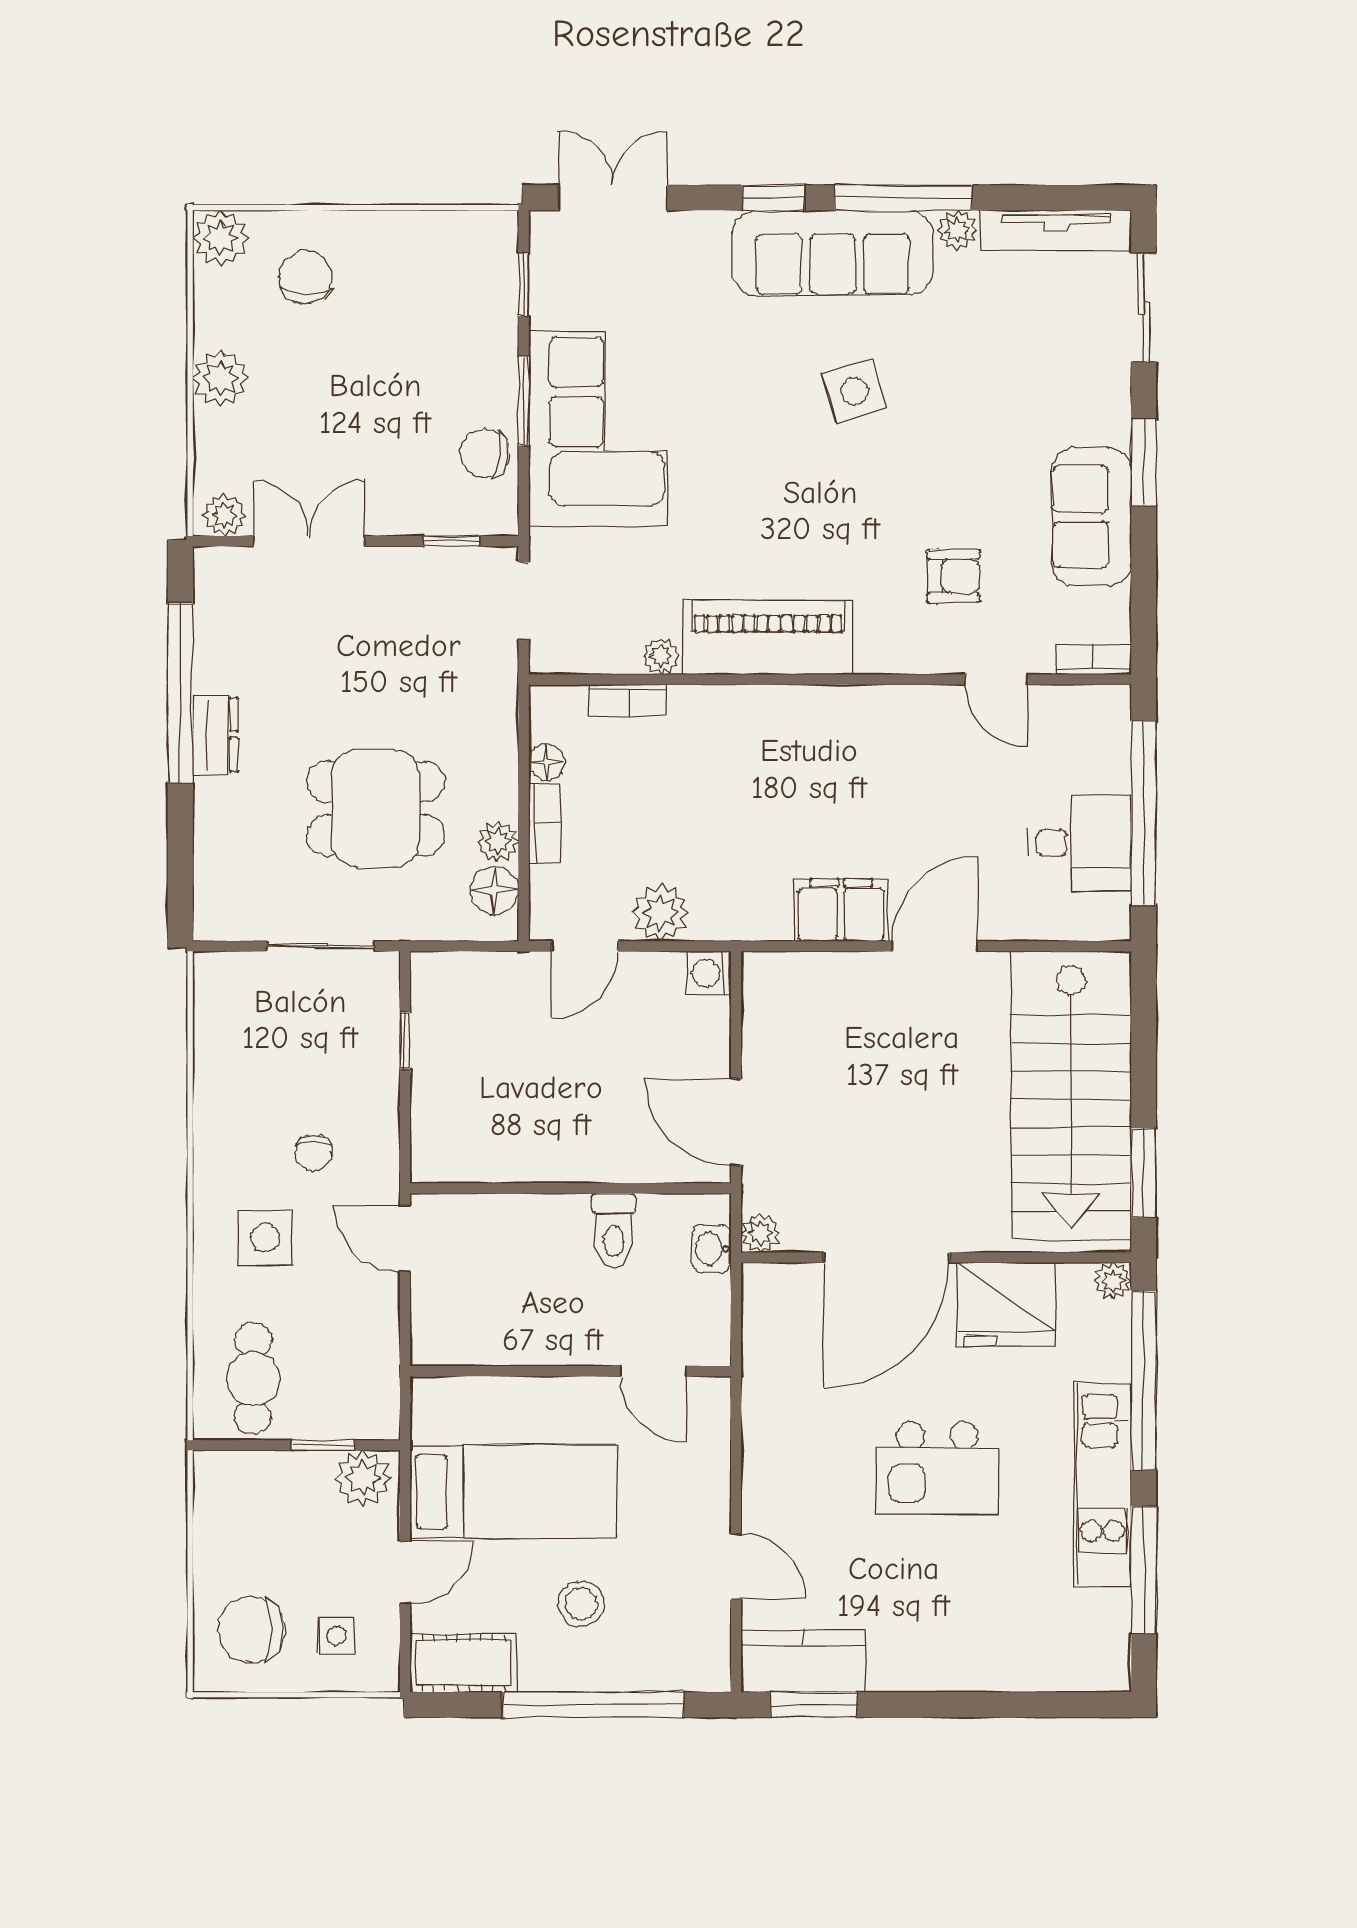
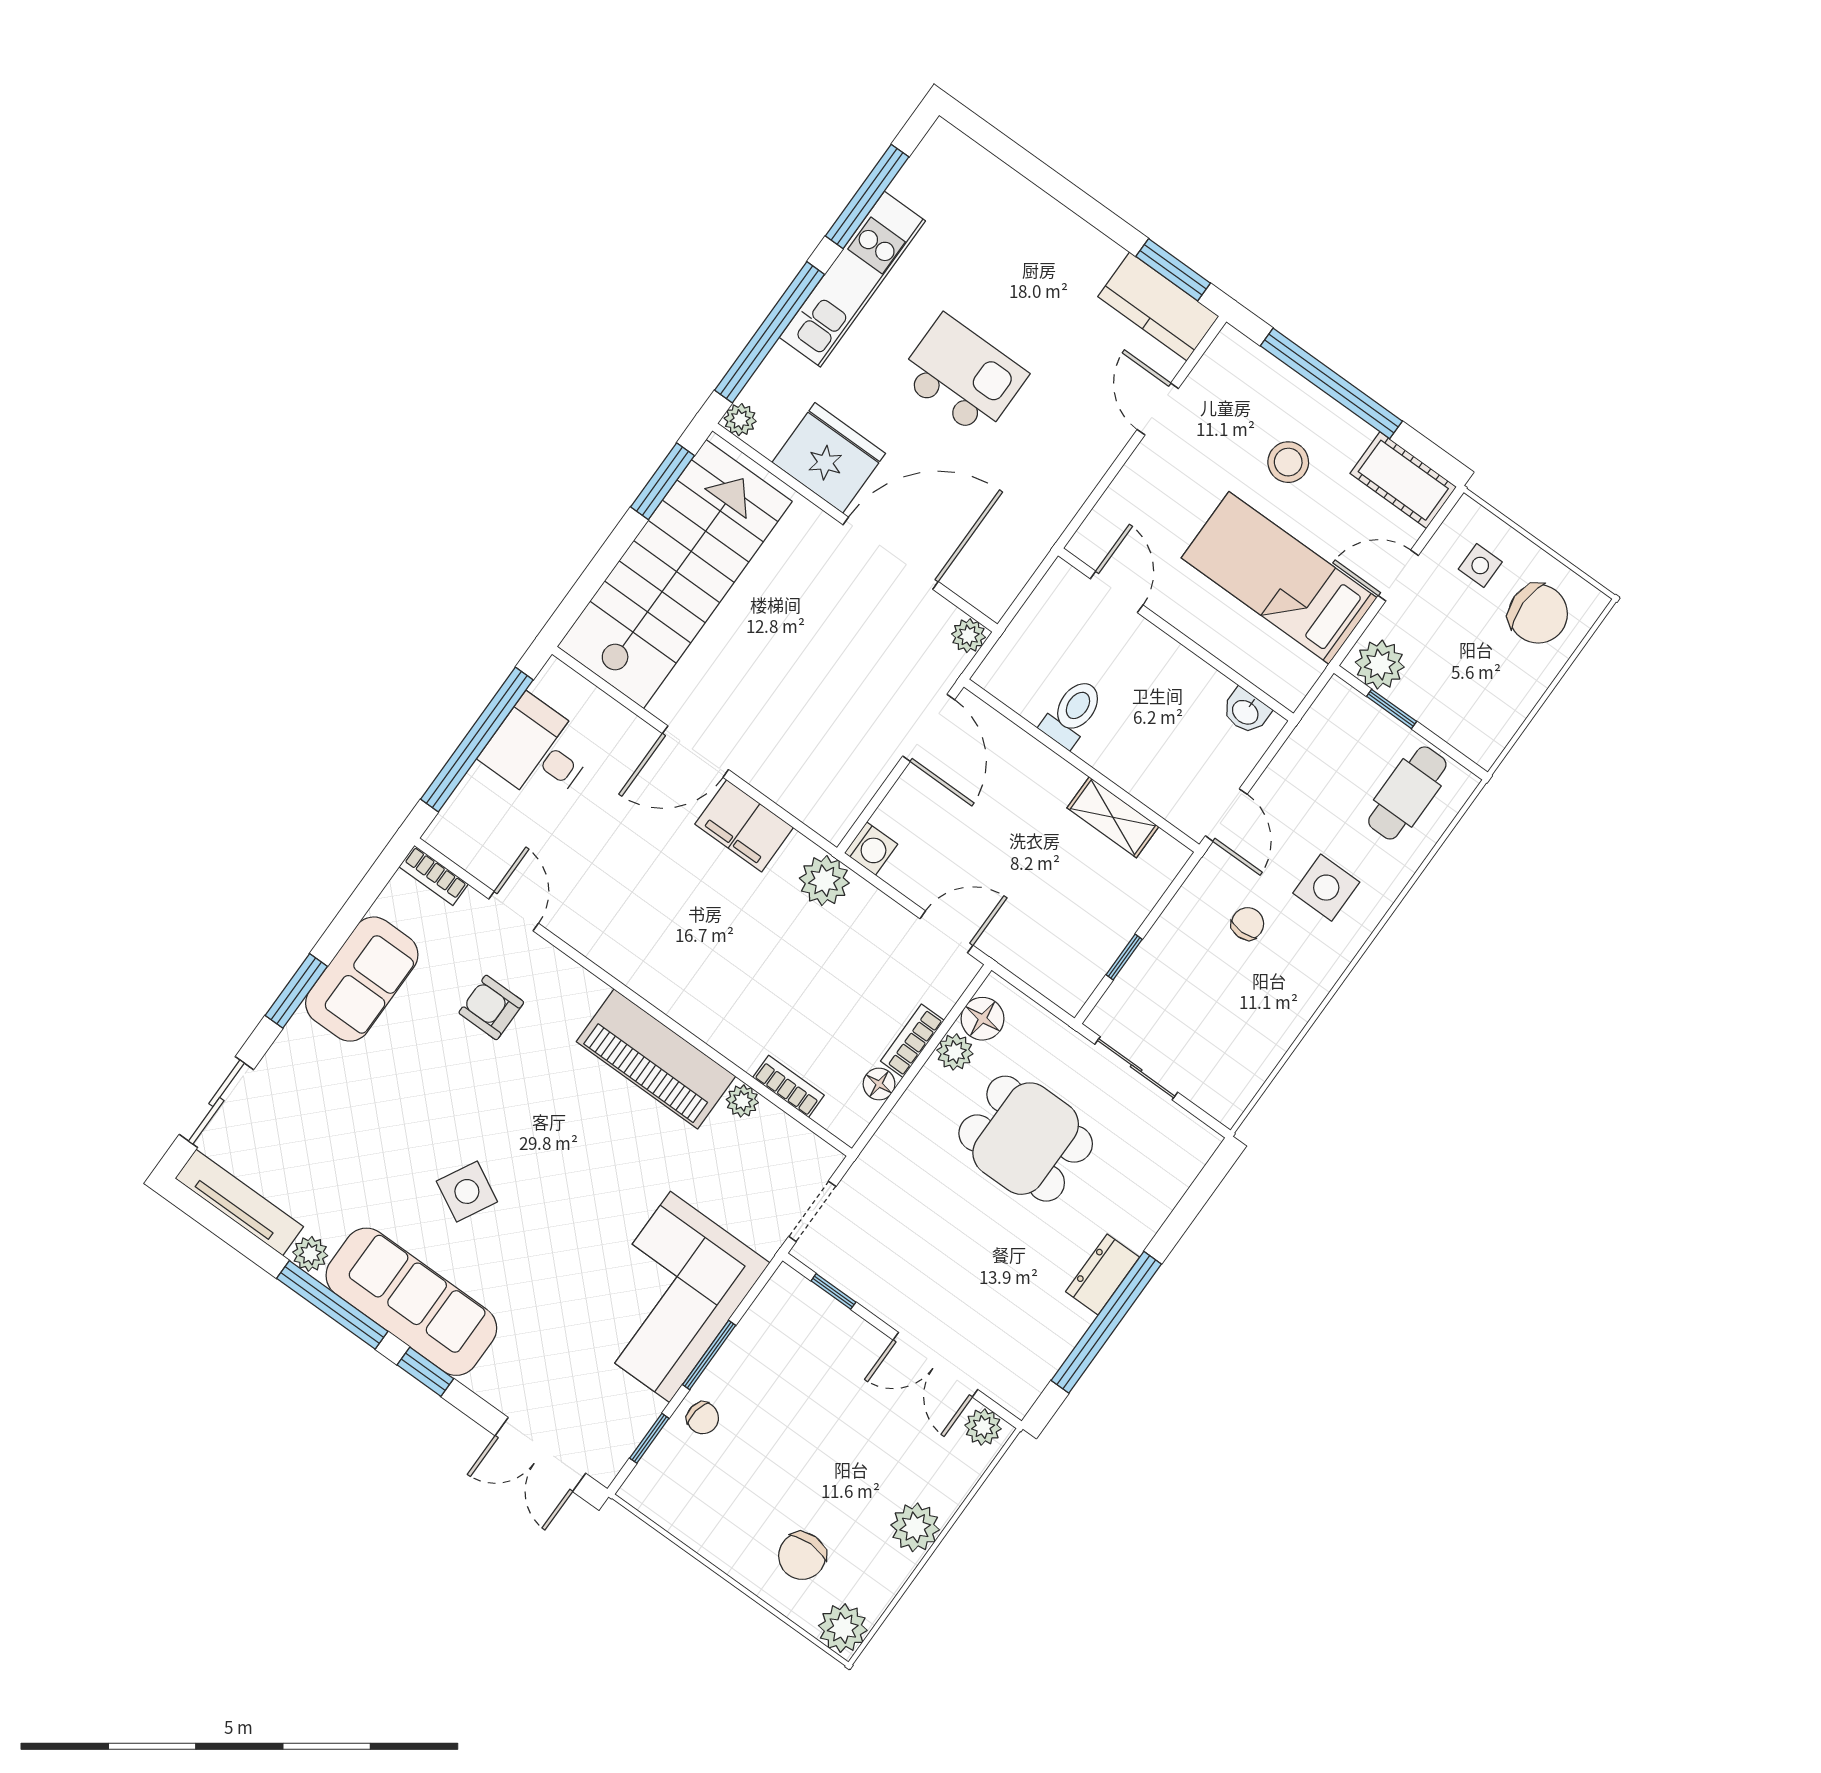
side table: (854, 391) -> (467, 1191), turned 45
chair: (485, 453) -> (703, 1418), moved, width x0.73, depth x0.73
plant: (661, 913) -> (824, 881), moved
shelving: (508, 1162) -> (1113, 817), added
washbasin: (712, 1249) -> (1246, 711), moved, turned 90

